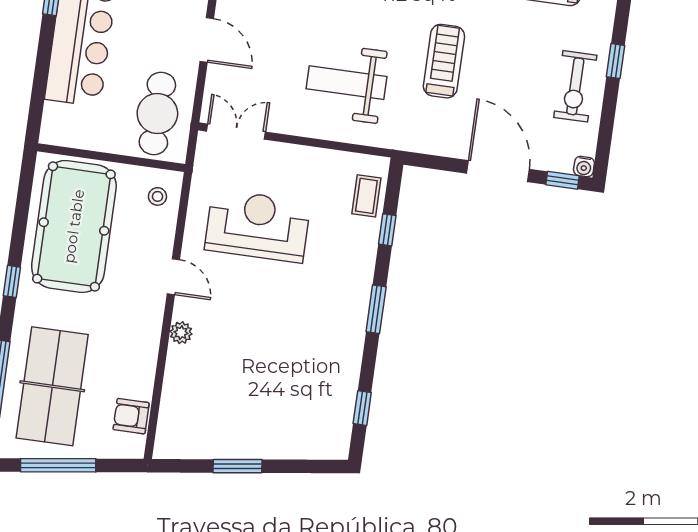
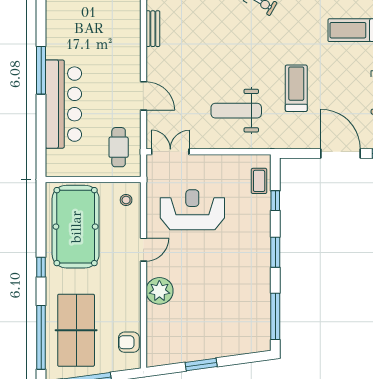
cafe table: (157, 114) -> (119, 147), width x0.73, depth x0.74
door: (173, 277) -> (143, 250), hinge flipped
plant: (181, 333) -> (159, 291), width x1.87, depth x1.87
window: (362, 408) -> (275, 316), width x2.17

